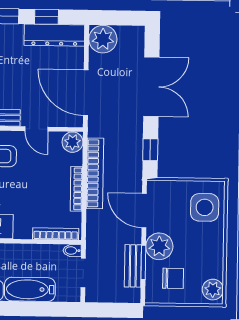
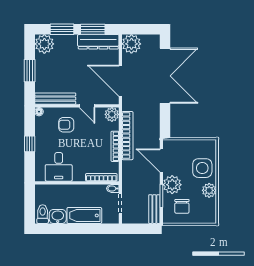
window: (47, 17) -> (93, 29), width x1.50
double door: (151, 87) -> (165, 76), width x1.36
window: (150, 150) -> (165, 119), removed
side table: (205, 207) -> (202, 168), moved
bench: (133, 266) -> (154, 209), moved
chair: (173, 278) -> (182, 206), turned 90
plant: (213, 290) -> (209, 190), moved

